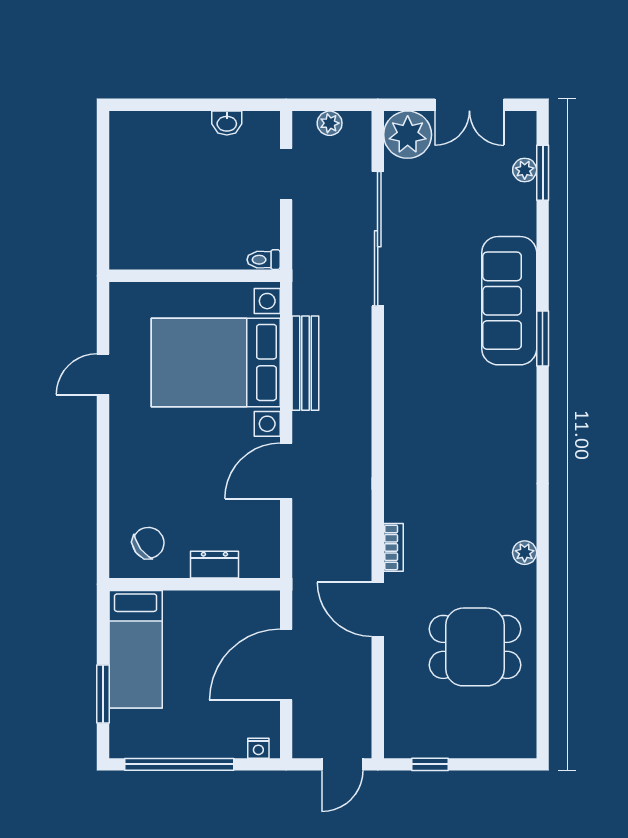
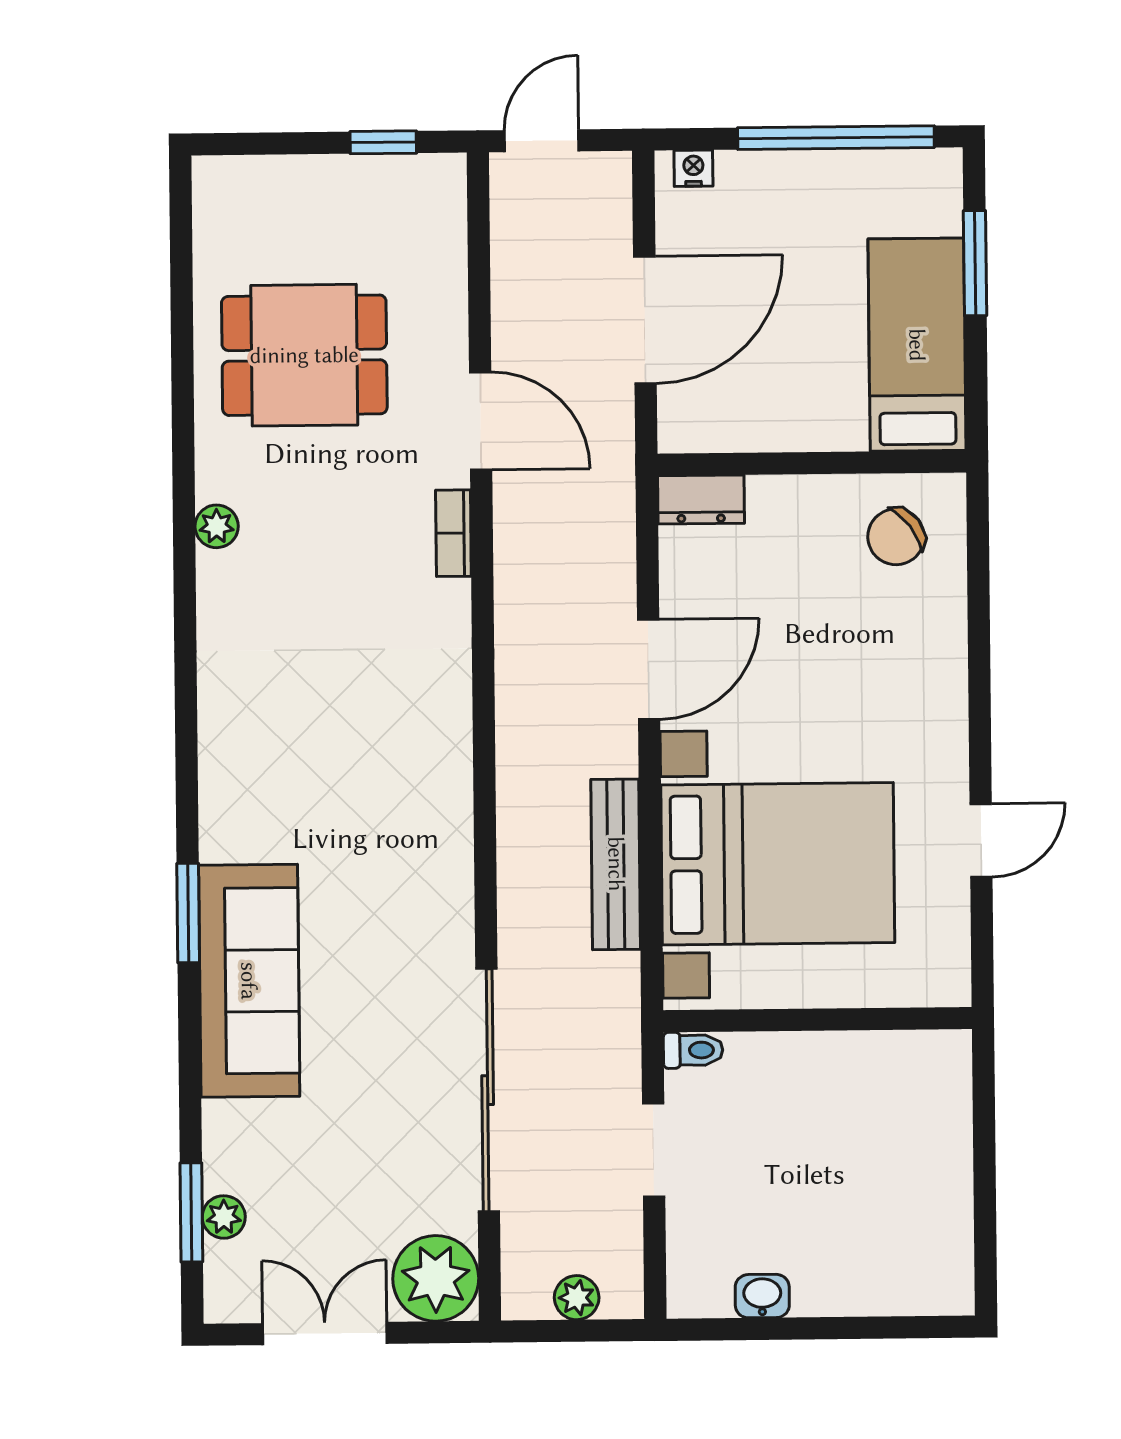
doorway: (286, 174) -> (654, 1150), moved
dresser: (214, 565) -> (701, 499), moved

